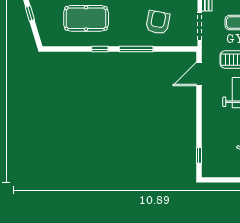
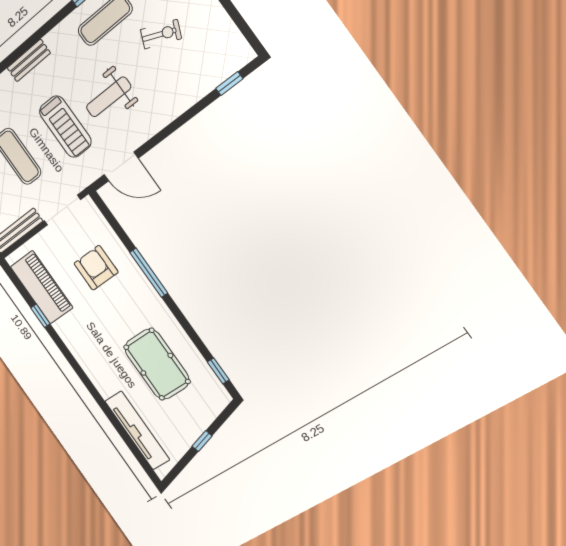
armchair: (158, 22) -> (96, 268), turned 79
window: (100, 49) -> (218, 371), moved

